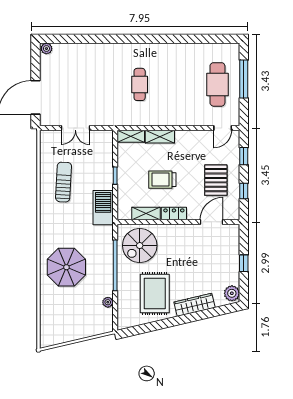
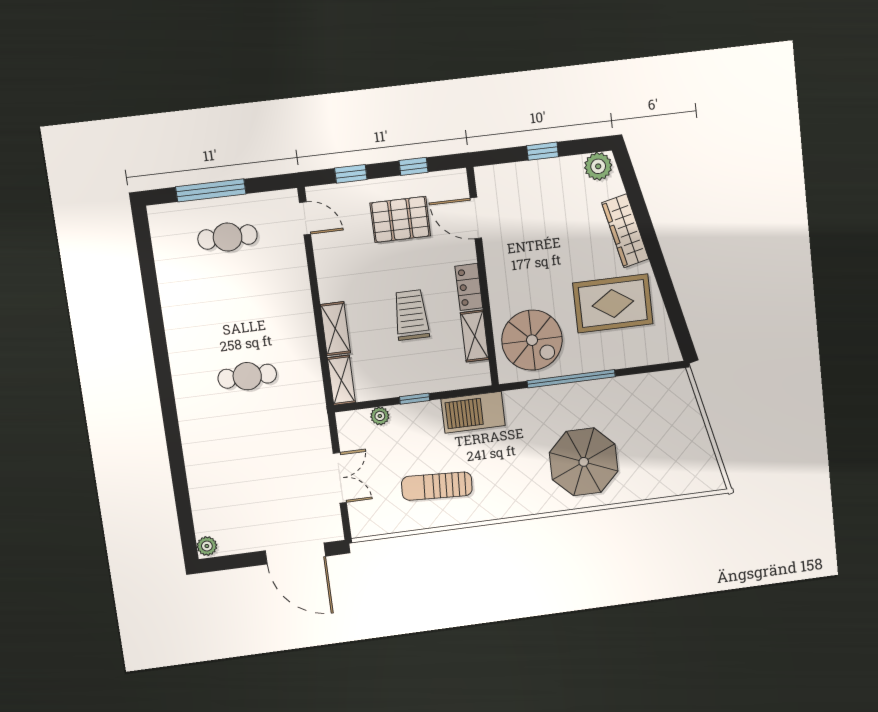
cafe table: (217, 84) -> (228, 237), width x0.73, depth x0.74
trolley: (162, 180) -> (411, 315), turned 180
plant: (108, 302) -> (380, 416), moved

